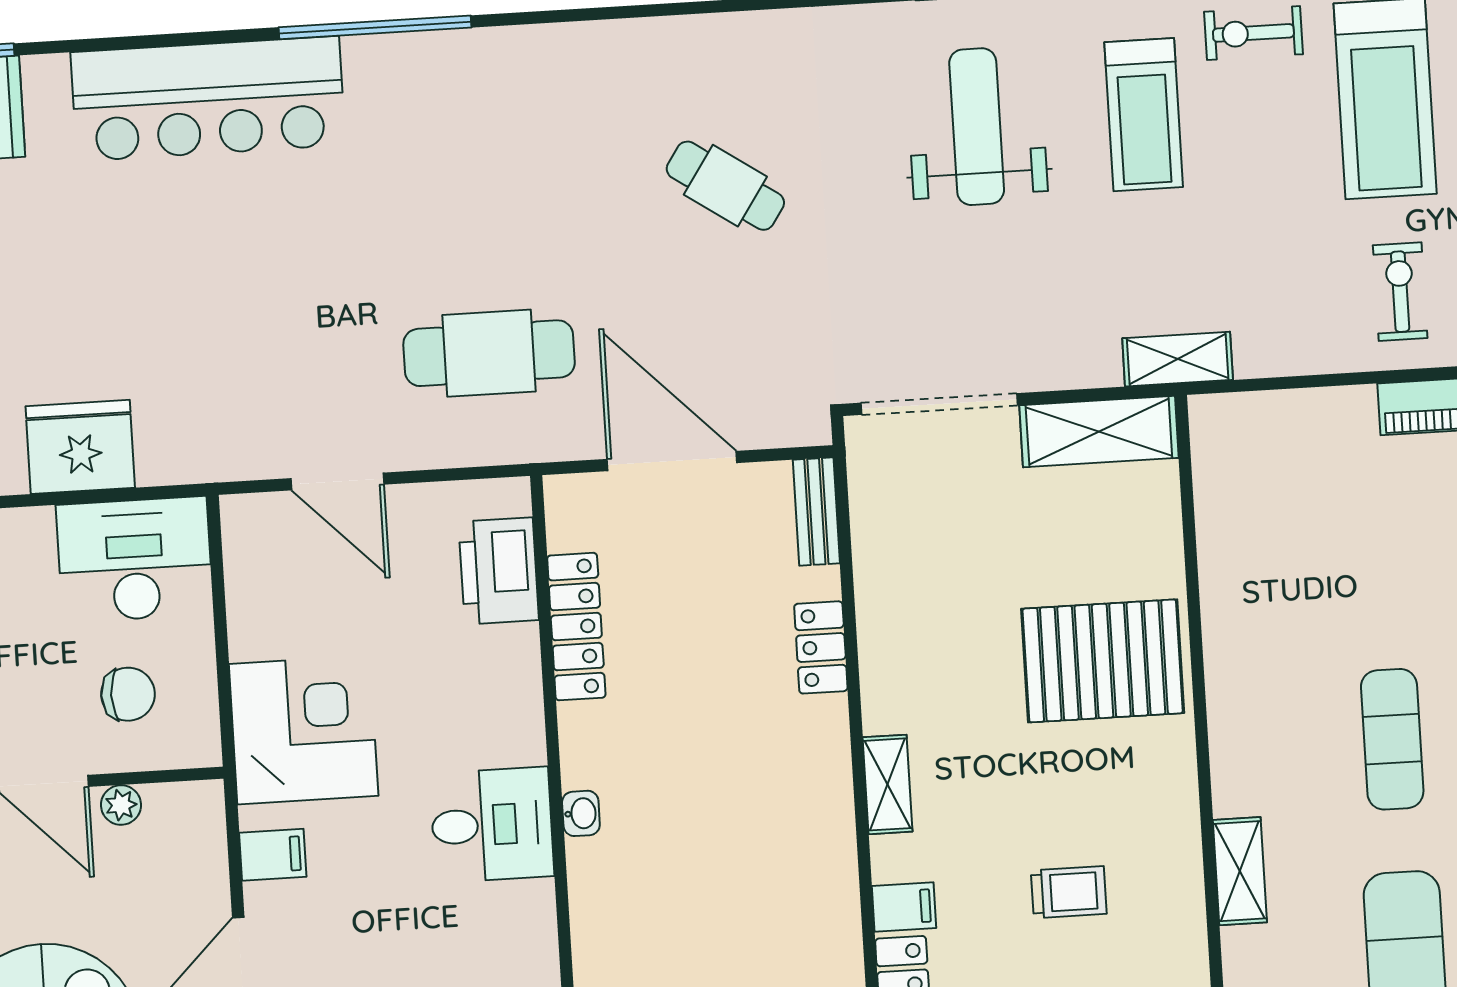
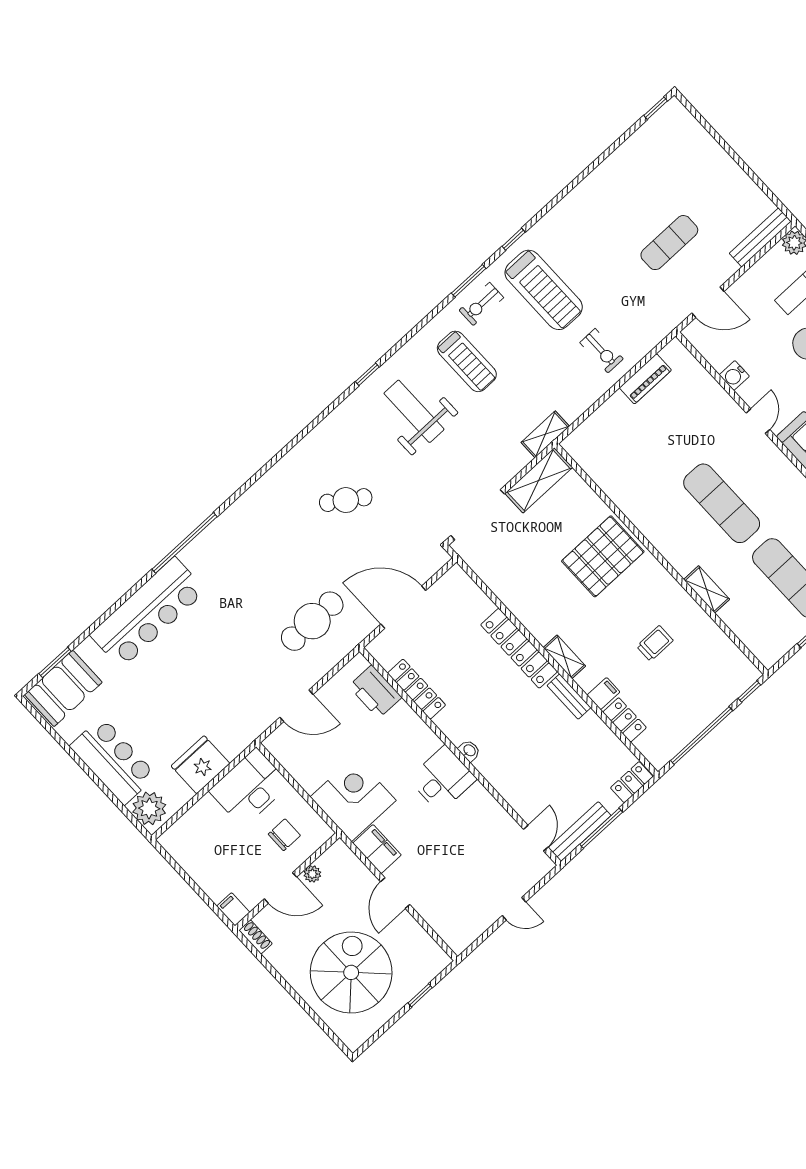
exercise bike: (1400, 292) -> (602, 351), turned 180
bench: (816, 512) -> (569, 697), moved
locker: (821, 647) -> (519, 648), width x2.16, depth x1.21
exercise mat: (1392, 739) -> (722, 503), width x1.36, depth x1.45
filing cabinet: (273, 855) -> (377, 849), width x2.00

